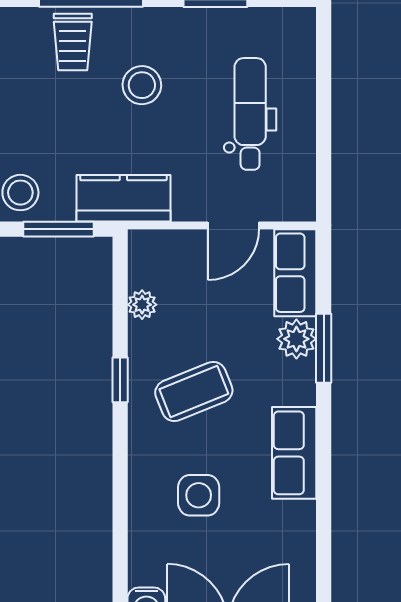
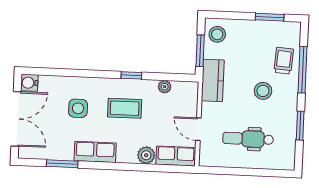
trolley: (73, 42) -> (284, 61), turned 94
dental chair: (250, 114) -> (248, 139), turned 180
window: (324, 348) -> (62, 164), moved
coffee table: (194, 392) -> (125, 108), turned -68

